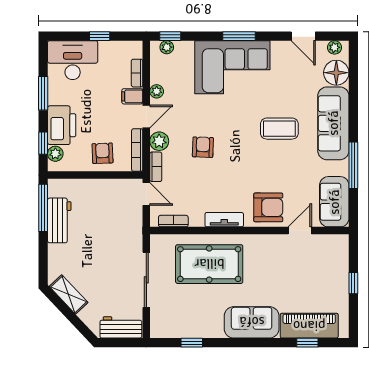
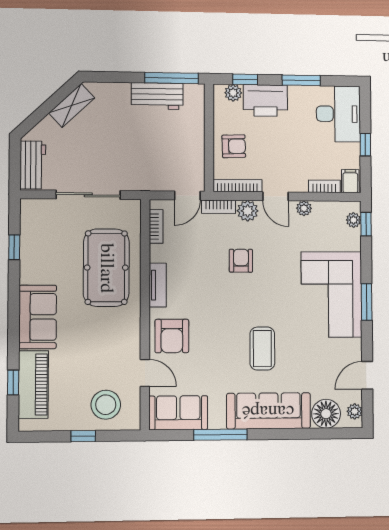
filing cabinet: (132, 96) -> (350, 181), moved
armchair: (203, 147) -> (241, 261), turned -92
stool: (327, 264) -> (106, 405), added

